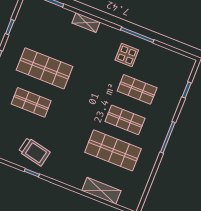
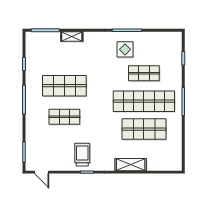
shelving: (86, 23) -> (72, 36), moved
shop shelf: (125, 120) -> (144, 101), width x2.00, depth x1.36
trolley: (34, 152) -> (82, 155), turned -102
shelving: (101, 191) -> (131, 165), moved

